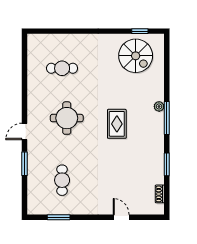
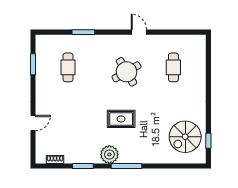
plant: (159, 106) -> (109, 155), moved, width x1.88, depth x1.88
round table: (67, 118) -> (127, 72), turned -30
door: (25, 131) -> (139, 32), moved
cafe table: (62, 180) -> (68, 67), turned 90

